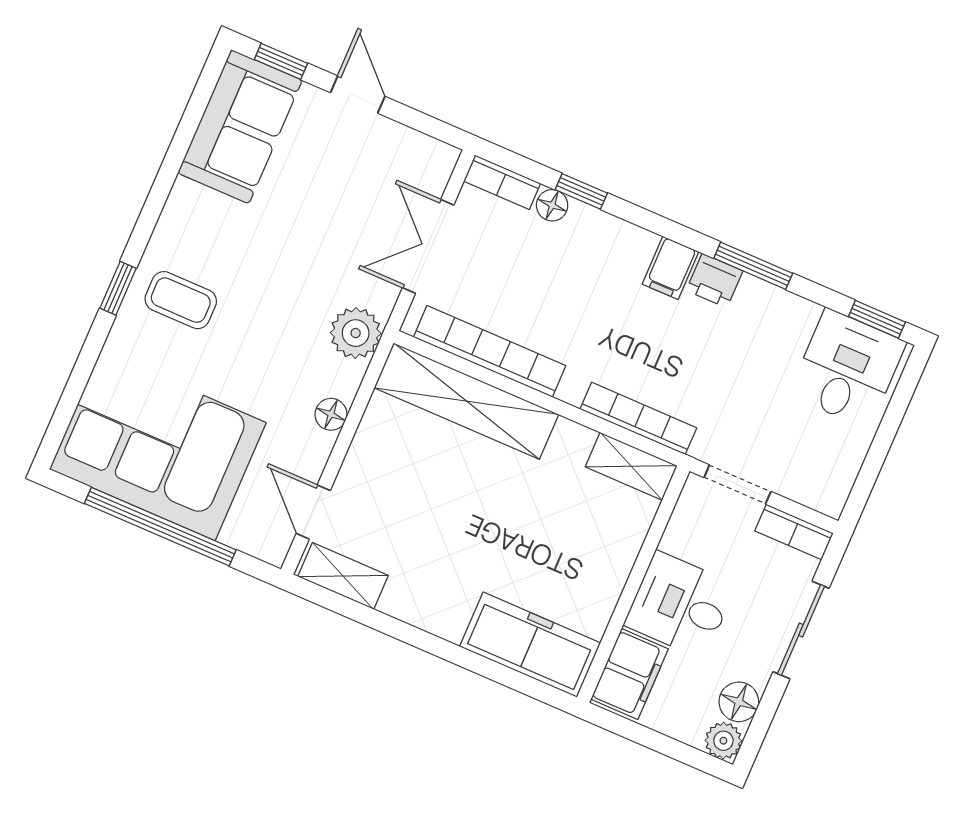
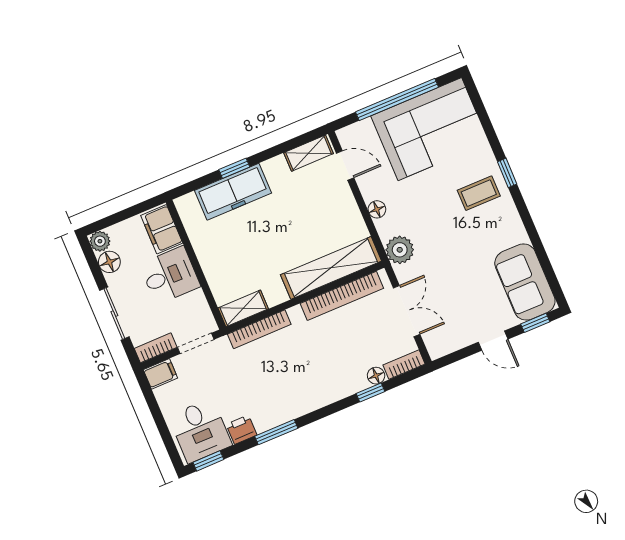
filing cabinet: (671, 268) -> (160, 374), moved, turned 90
printer: (714, 281) -> (242, 430), moved
freezer: (530, 645) -> (233, 192), moved
window: (457, 655) -> (234, 168), added

